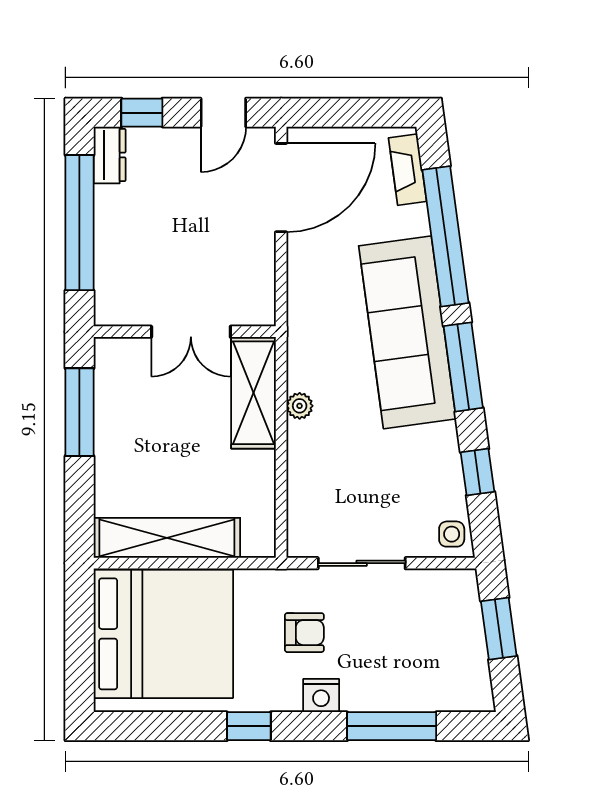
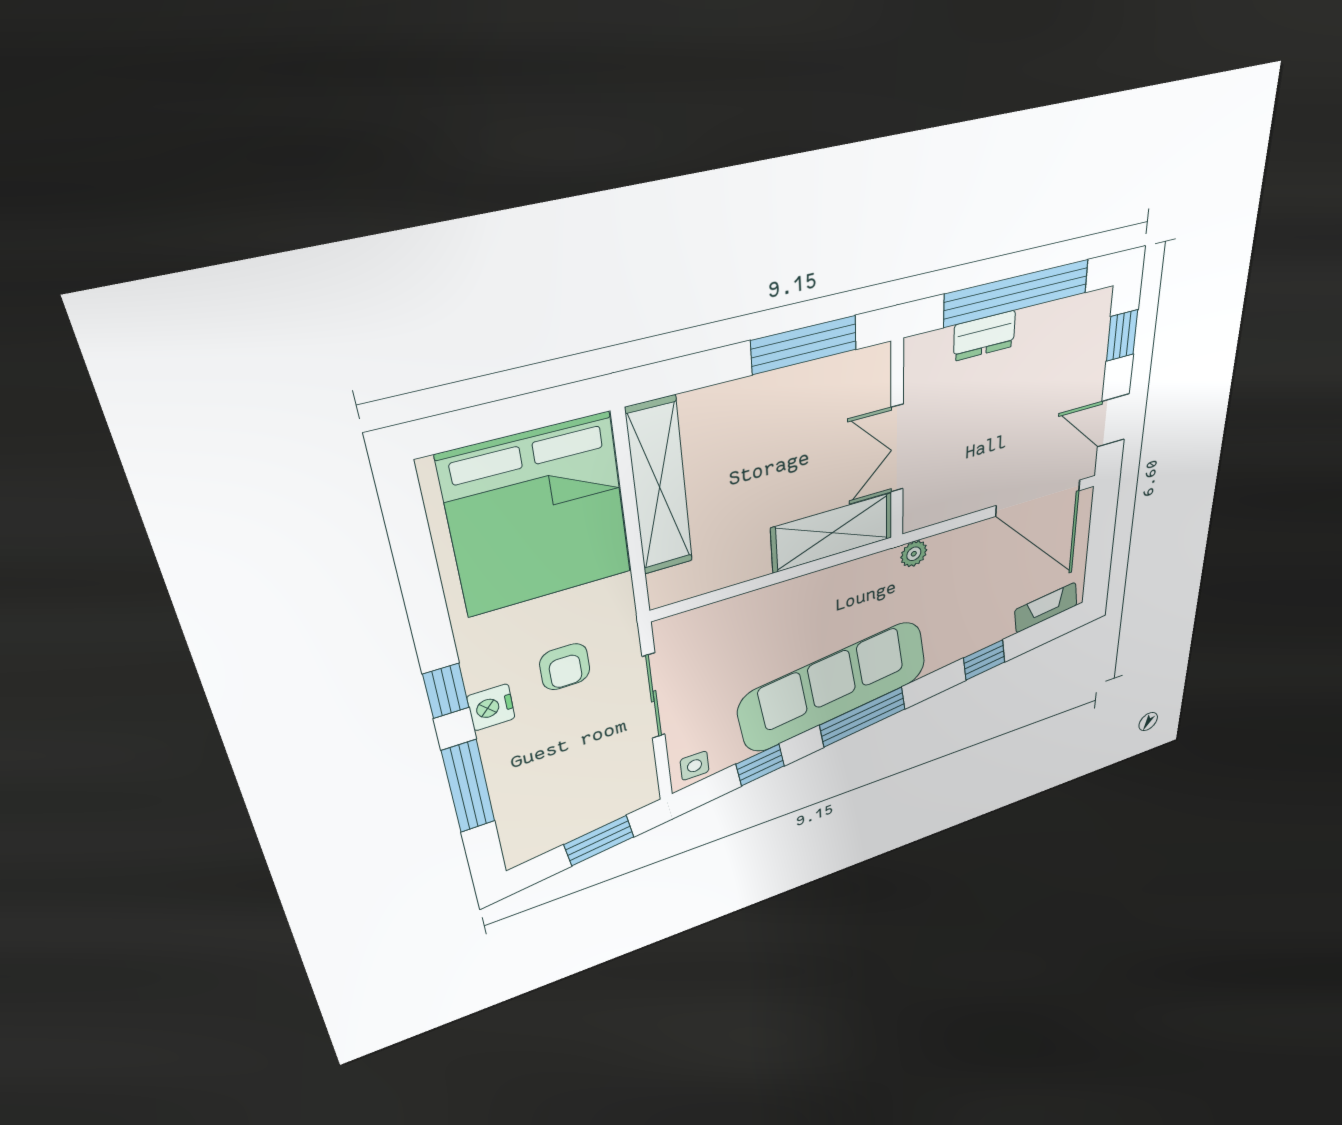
dresser: (110, 155) -> (984, 336), moved
window: (445, 236) -> (984, 660), width x0.32
sofa: (407, 332) -> (833, 687), moved
plant: (300, 406) -> (914, 554), moved
window: (249, 726) -> (446, 691), moved

